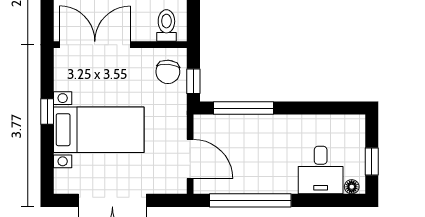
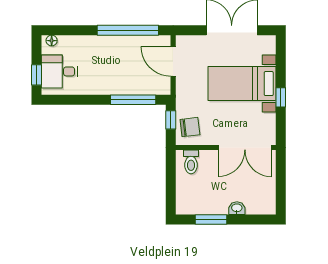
chair: (168, 72) -> (190, 127), turned 78
window: (372, 161) -> (37, 75), moved
desk: (321, 170) -> (59, 71), moved, turned -90

